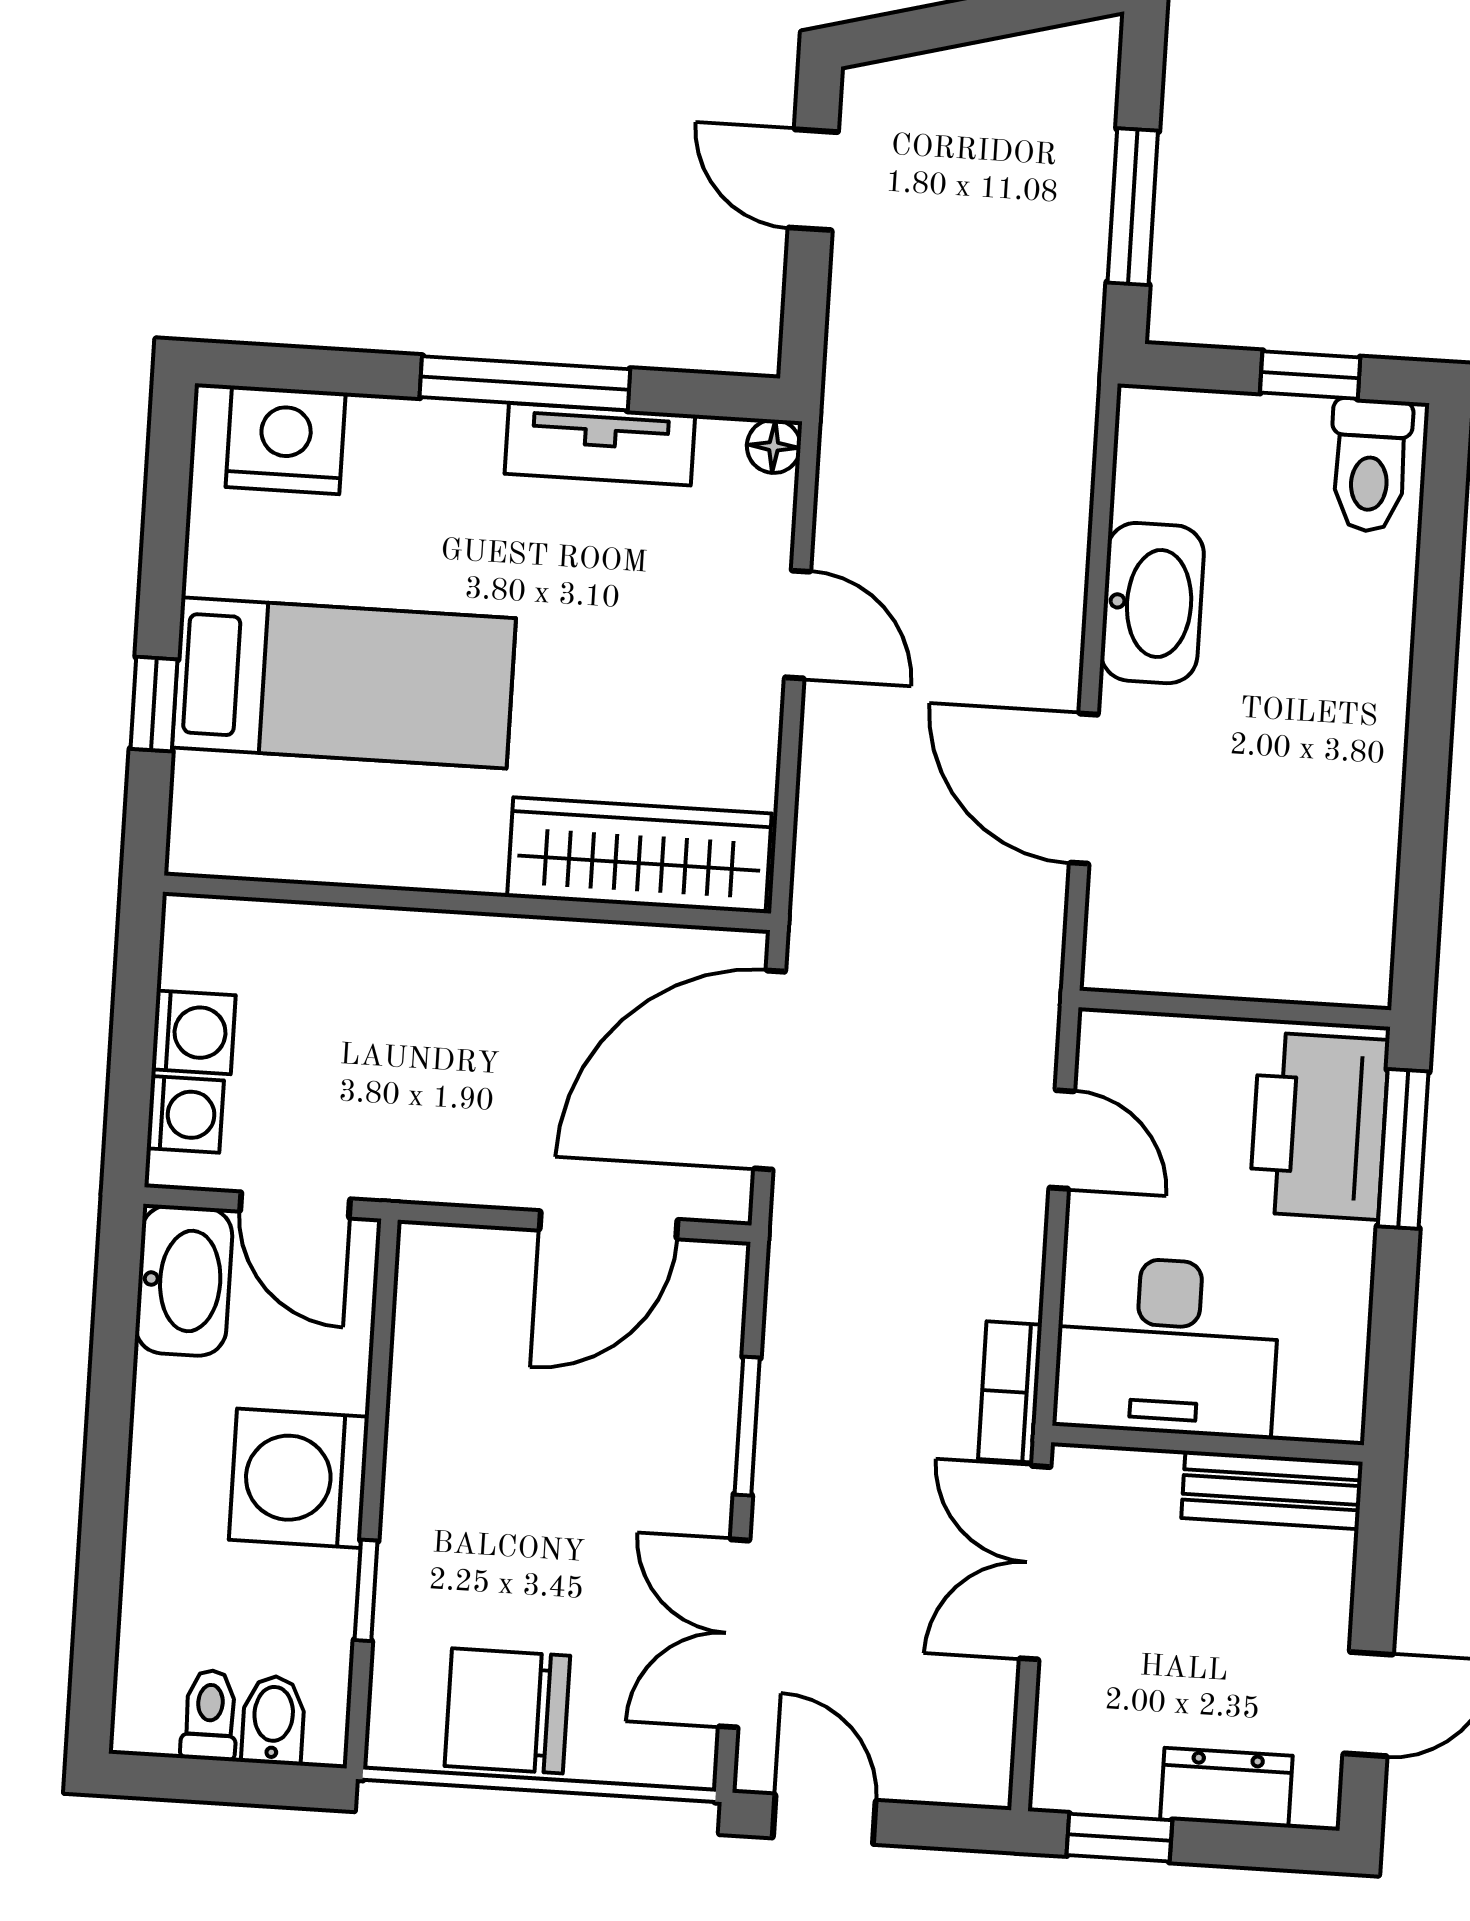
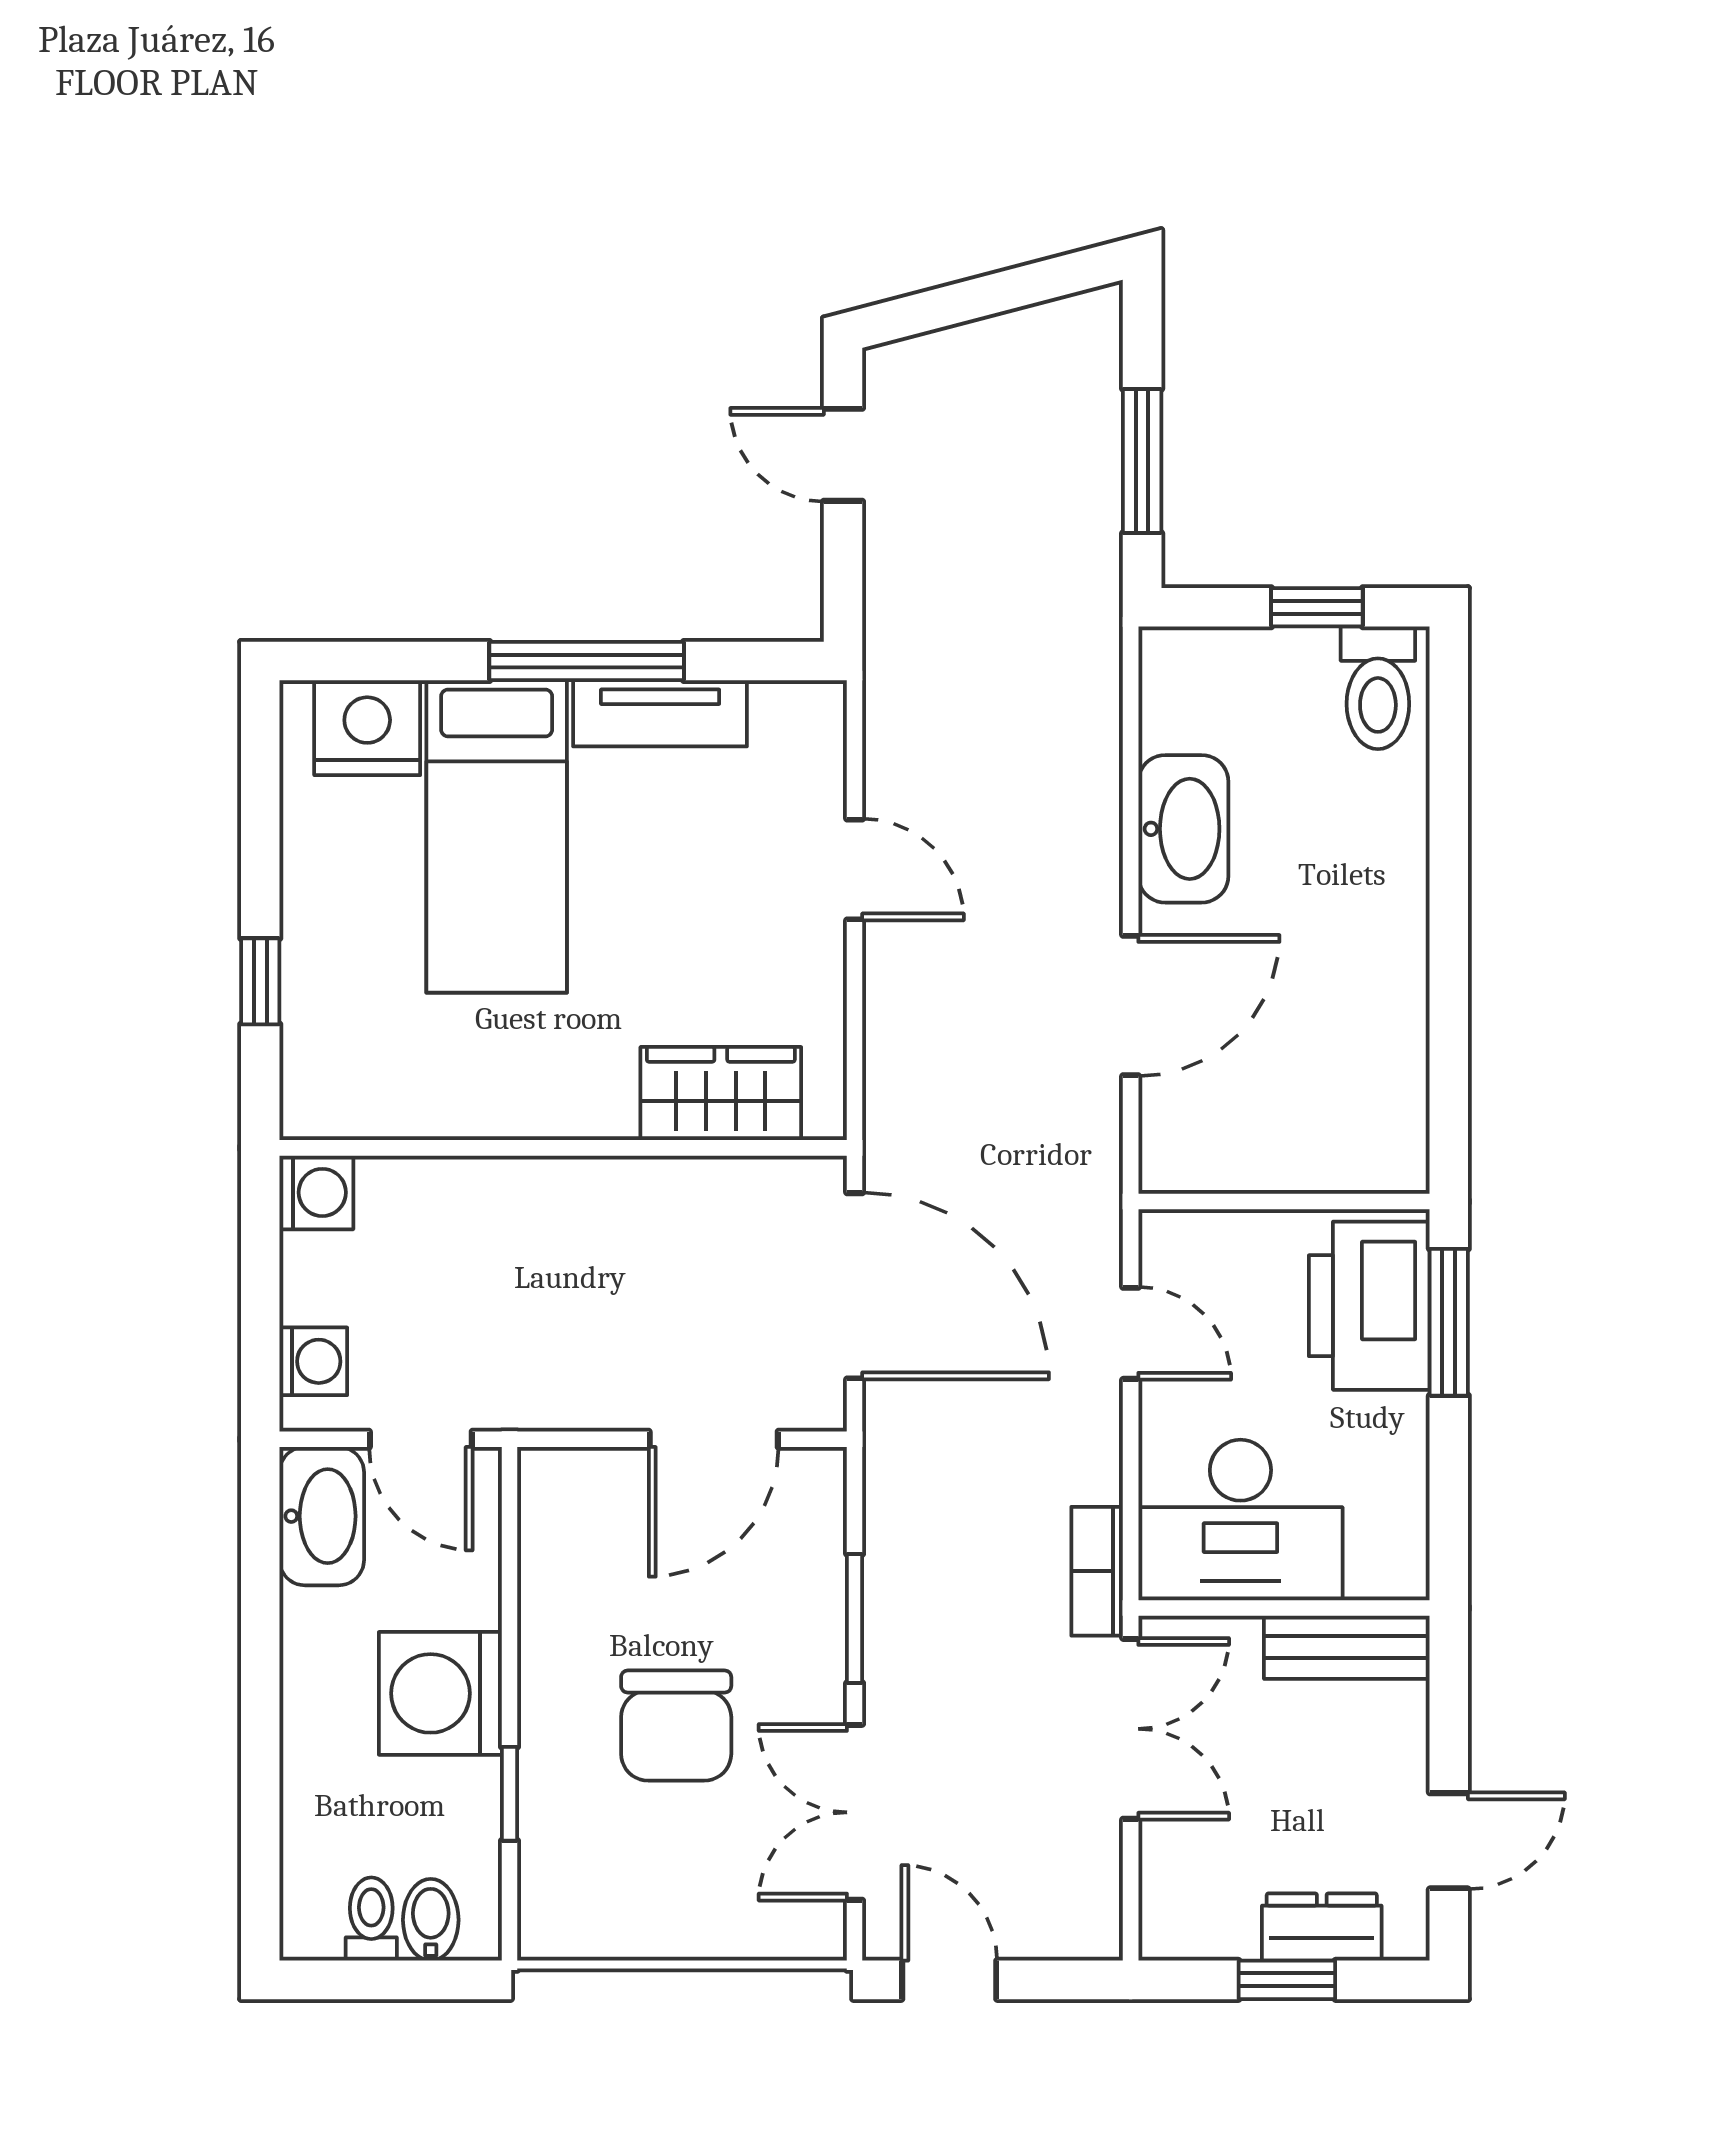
floor lamp: (774, 446) -> (822, 705), removed
bed: (344, 683) -> (497, 836), moved, turned 90
door: (1084, 789) -> (1131, 1006), swing flipped
wardrobe: (639, 855) -> (721, 1094), width x0.67
washing machine: (194, 1032) -> (316, 1192), moved
door: (770, 1070) -> (855, 1286), swing flipped
double door: (1035, 1563) -> (1131, 1729), swing flipped
chair: (507, 1711) -> (676, 1726), moved, turned -90
window: (1119, 1838) -> (1287, 1980), moved

